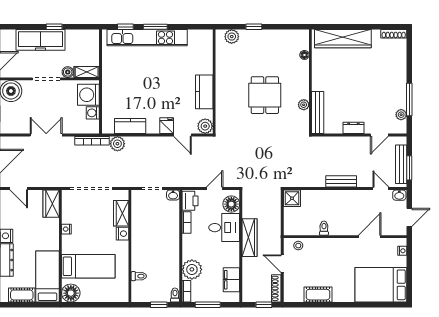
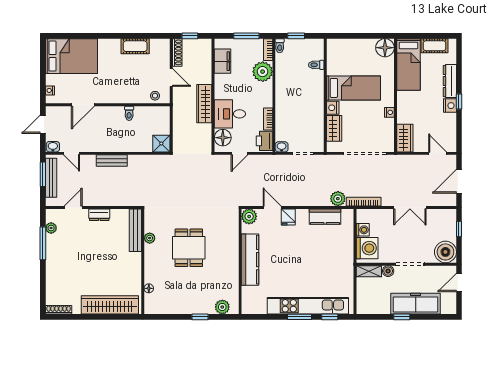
kitchen counter: (204, 92) -> (250, 260), width x1.50
bed: (88, 266) -> (353, 88), moved, turned 180

